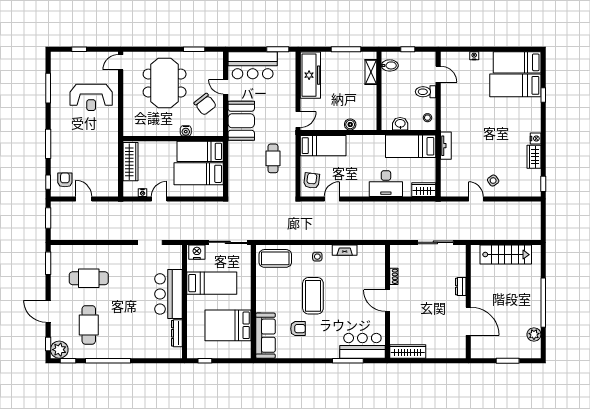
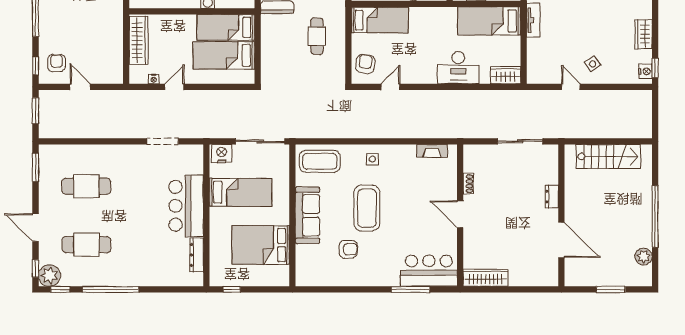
nightstand: (536, 138) -> (646, 71), moved
fireplace: (345, 250) -> (432, 151), moved
cafe table: (89, 325) -> (86, 245), turned 90
sofa: (265, 336) -> (308, 215), moved

